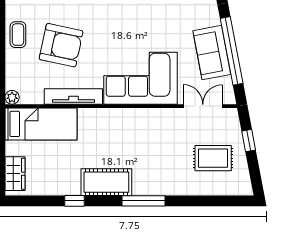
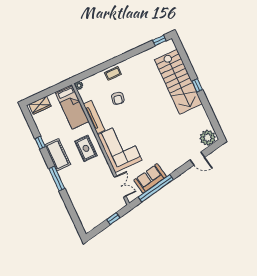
armchair: (61, 45) -> (118, 98), width x0.53, depth x0.53
rug: (213, 158) -> (86, 148), moved

